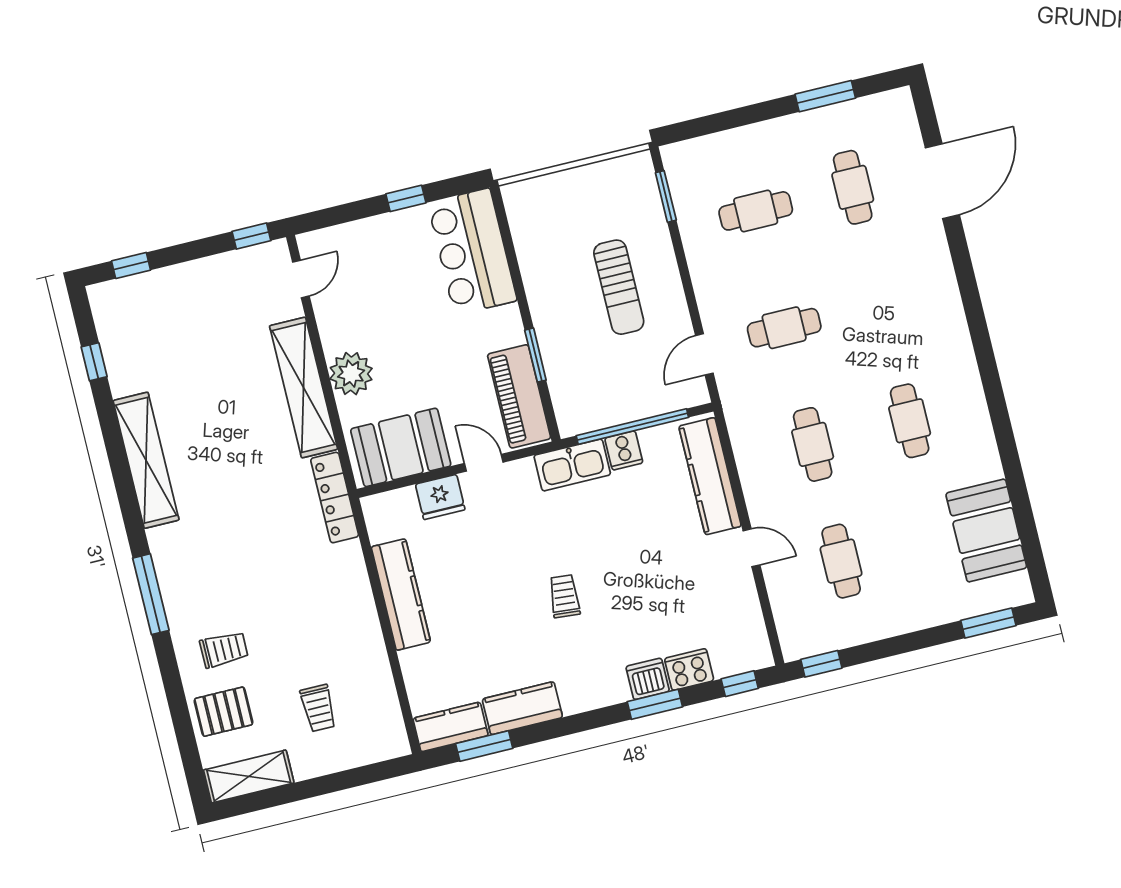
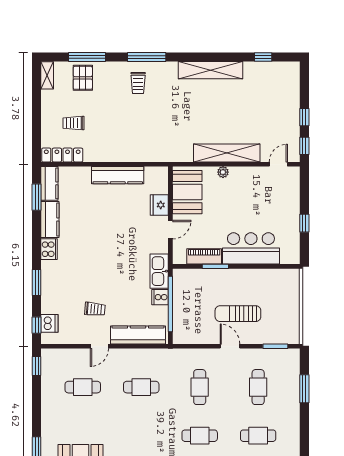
window: (825, 96) -> (304, 389), moved
bar counter: (472, 252) -> (251, 248), moved
window: (131, 265) -> (304, 117), moved
door: (301, 279) -> (278, 164), swing flipped
door: (704, 354) -> (230, 346), moved
plant: (351, 374) -> (223, 172), width x0.53, depth x0.53
piano: (519, 396) -> (204, 256), width x0.73, depth x0.75
cafe table: (910, 421) -> (200, 436), moved
locker: (335, 498) -> (62, 155), moved
trolley: (564, 596) -> (95, 309), moved
trolley: (224, 649) -> (138, 83), moved
cooker: (689, 669) -> (49, 249), moved
dishwasher: (648, 679) -> (49, 323), moved
window: (180, 713) -> (87, 57), added
shelving: (249, 776) -> (47, 75), width x0.67, depth x0.75

